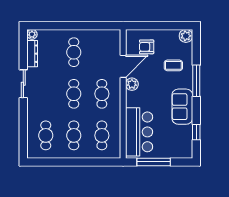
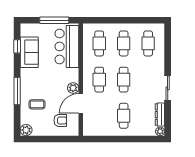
sofa: (182, 107) -> (29, 52), moved

